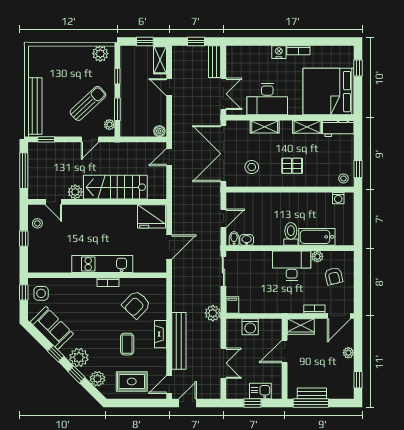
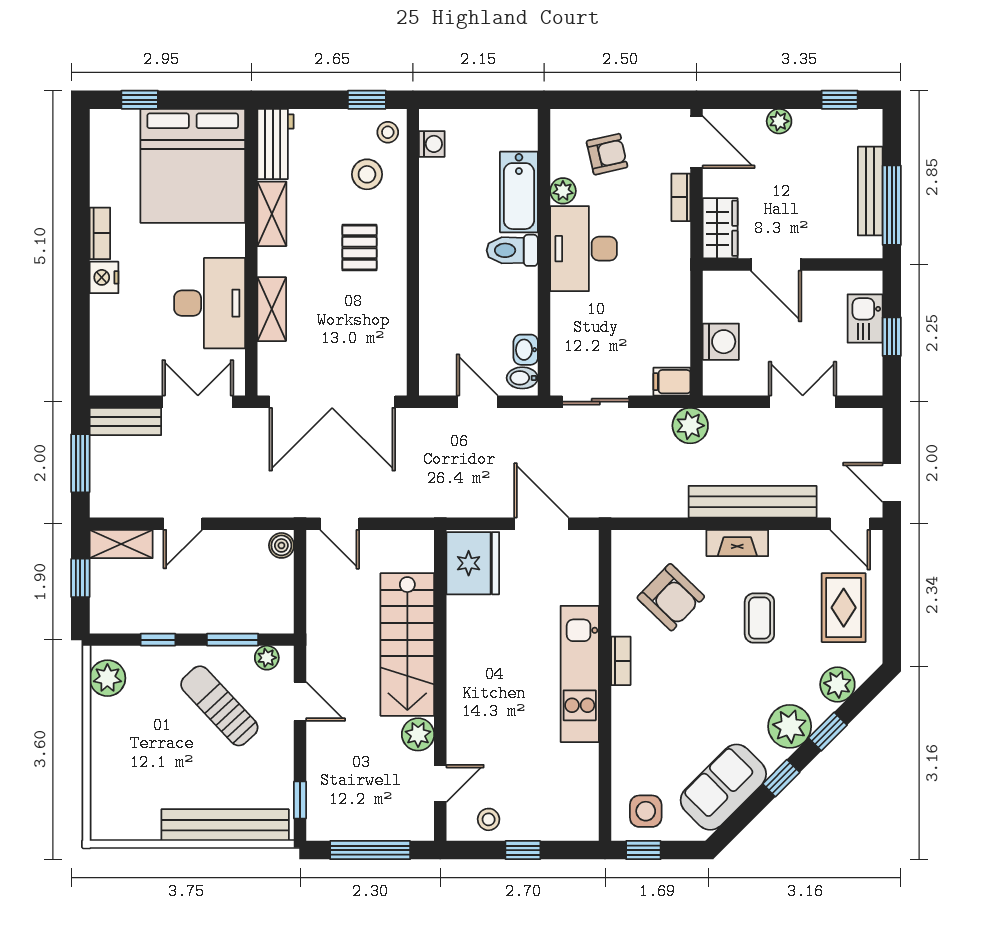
window: (196, 42) -> (80, 463), width x1.50
stool: (252, 167) -> (367, 174), moved
coffee table: (127, 344) -> (759, 618), turned 90
bench: (312, 393) -> (870, 191), width x1.36

